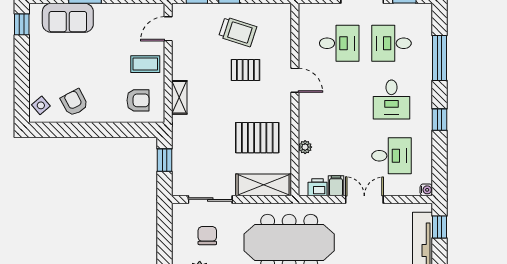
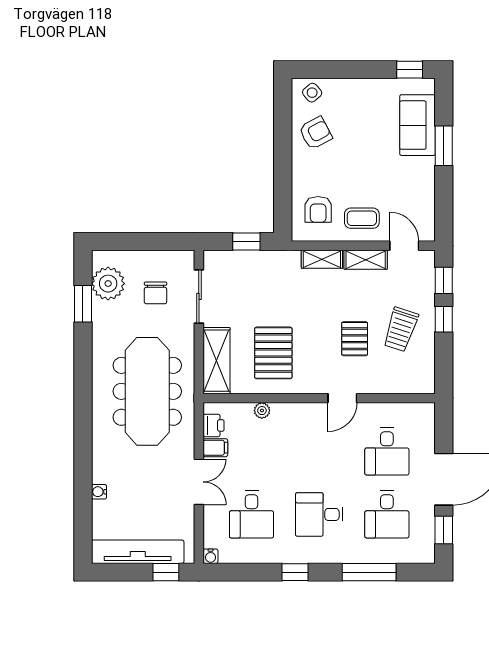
desk: (391, 43) -> (387, 514), turned 180
shelving: (180, 61) -> (366, 260), added
coffee table: (145, 64) -> (362, 218), turned 90
chair: (207, 236) -> (155, 293), turned 90

